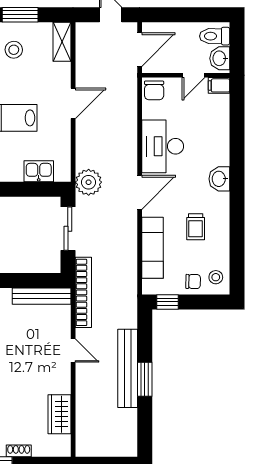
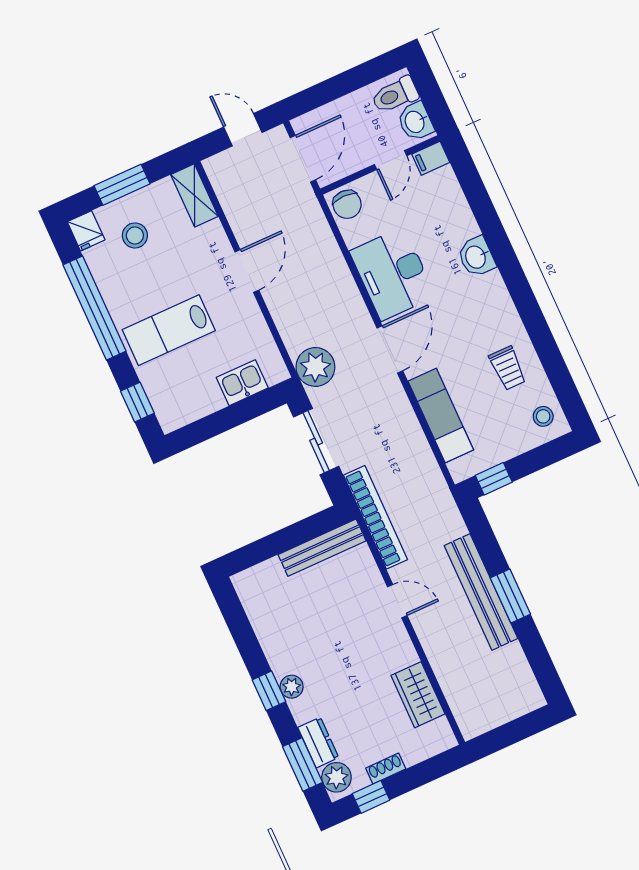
washbasin: (219, 179) -> (476, 257), moved
trolley: (196, 227) -> (508, 368), moved
chair: (193, 281) -> (516, 436), removed

